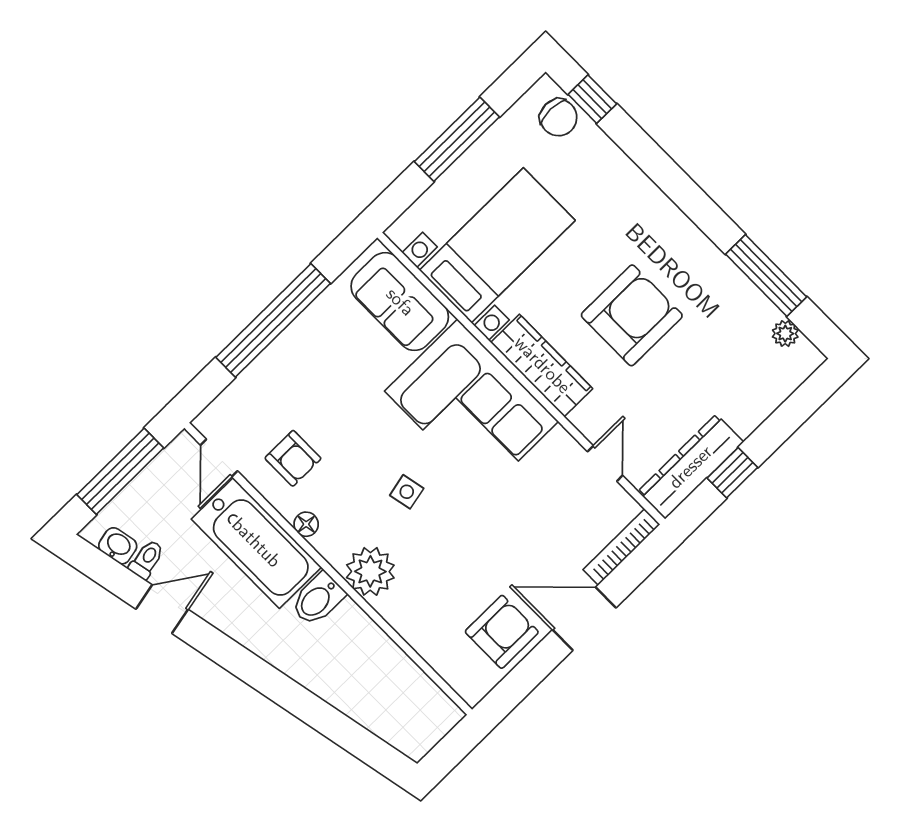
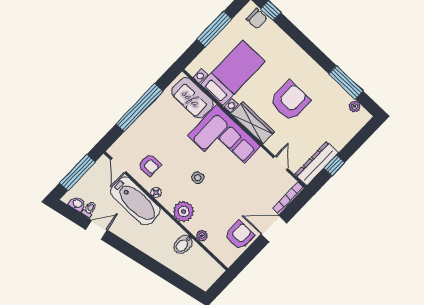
bidet: (318, 599) -> (183, 244), moved
plant: (412, 630) -> (202, 236), added

